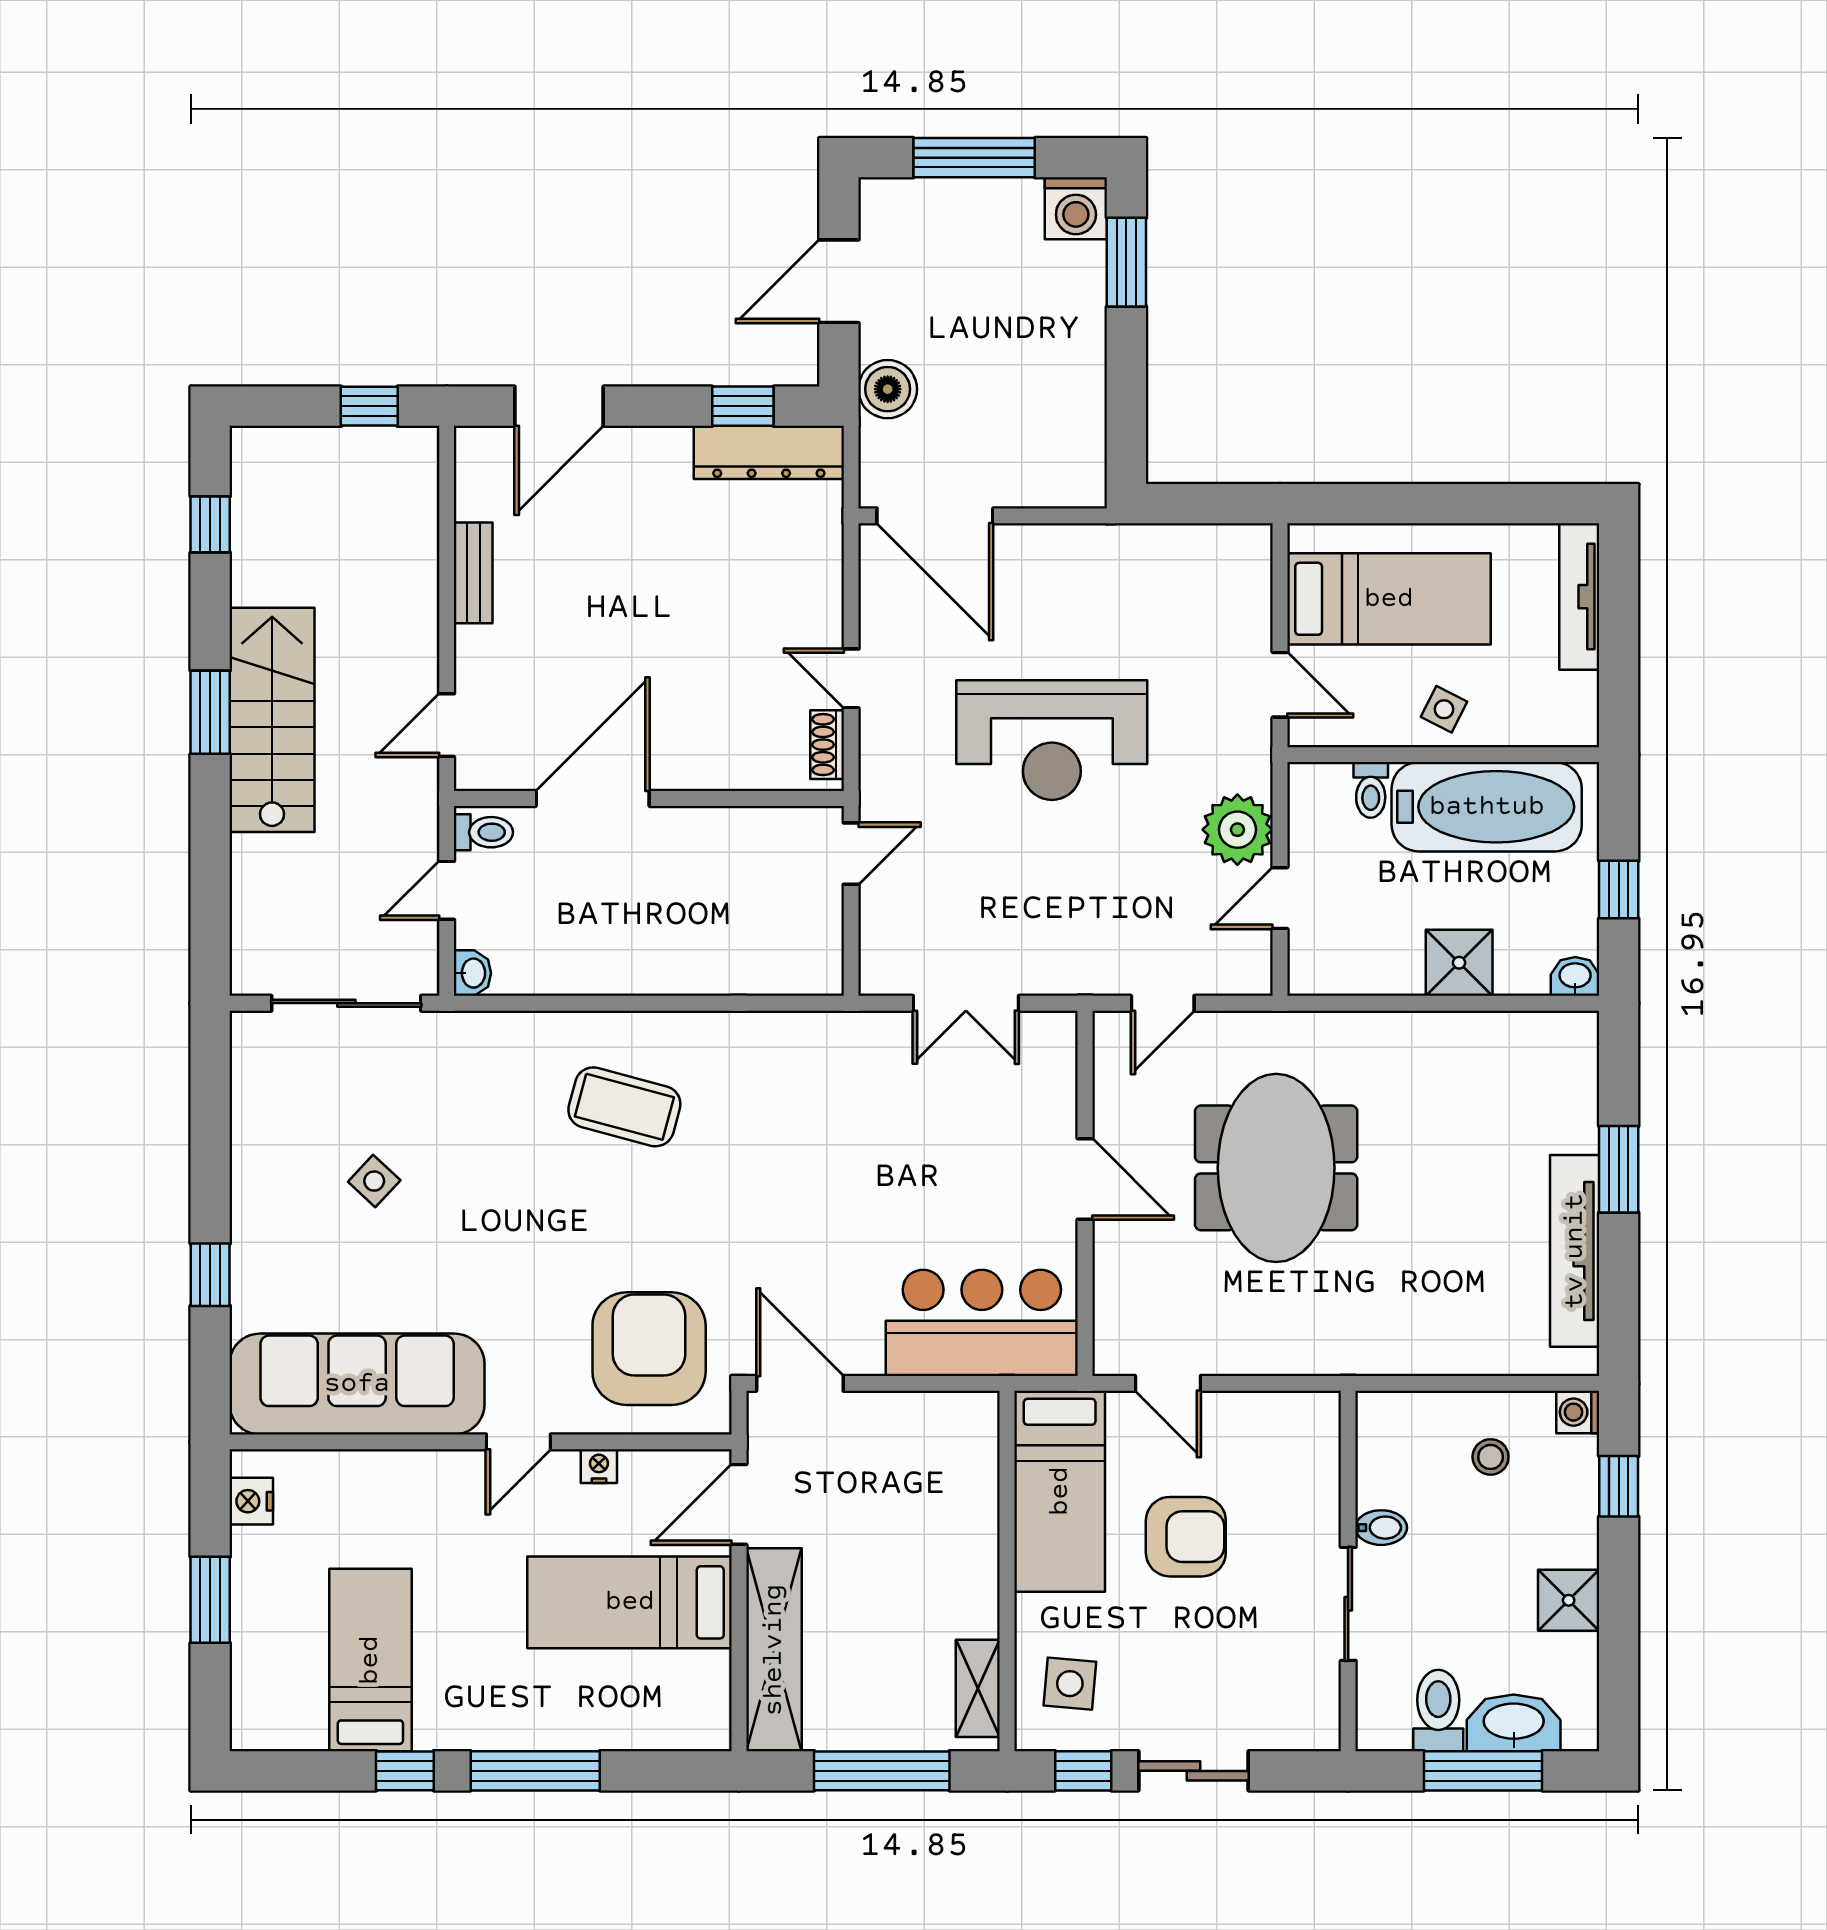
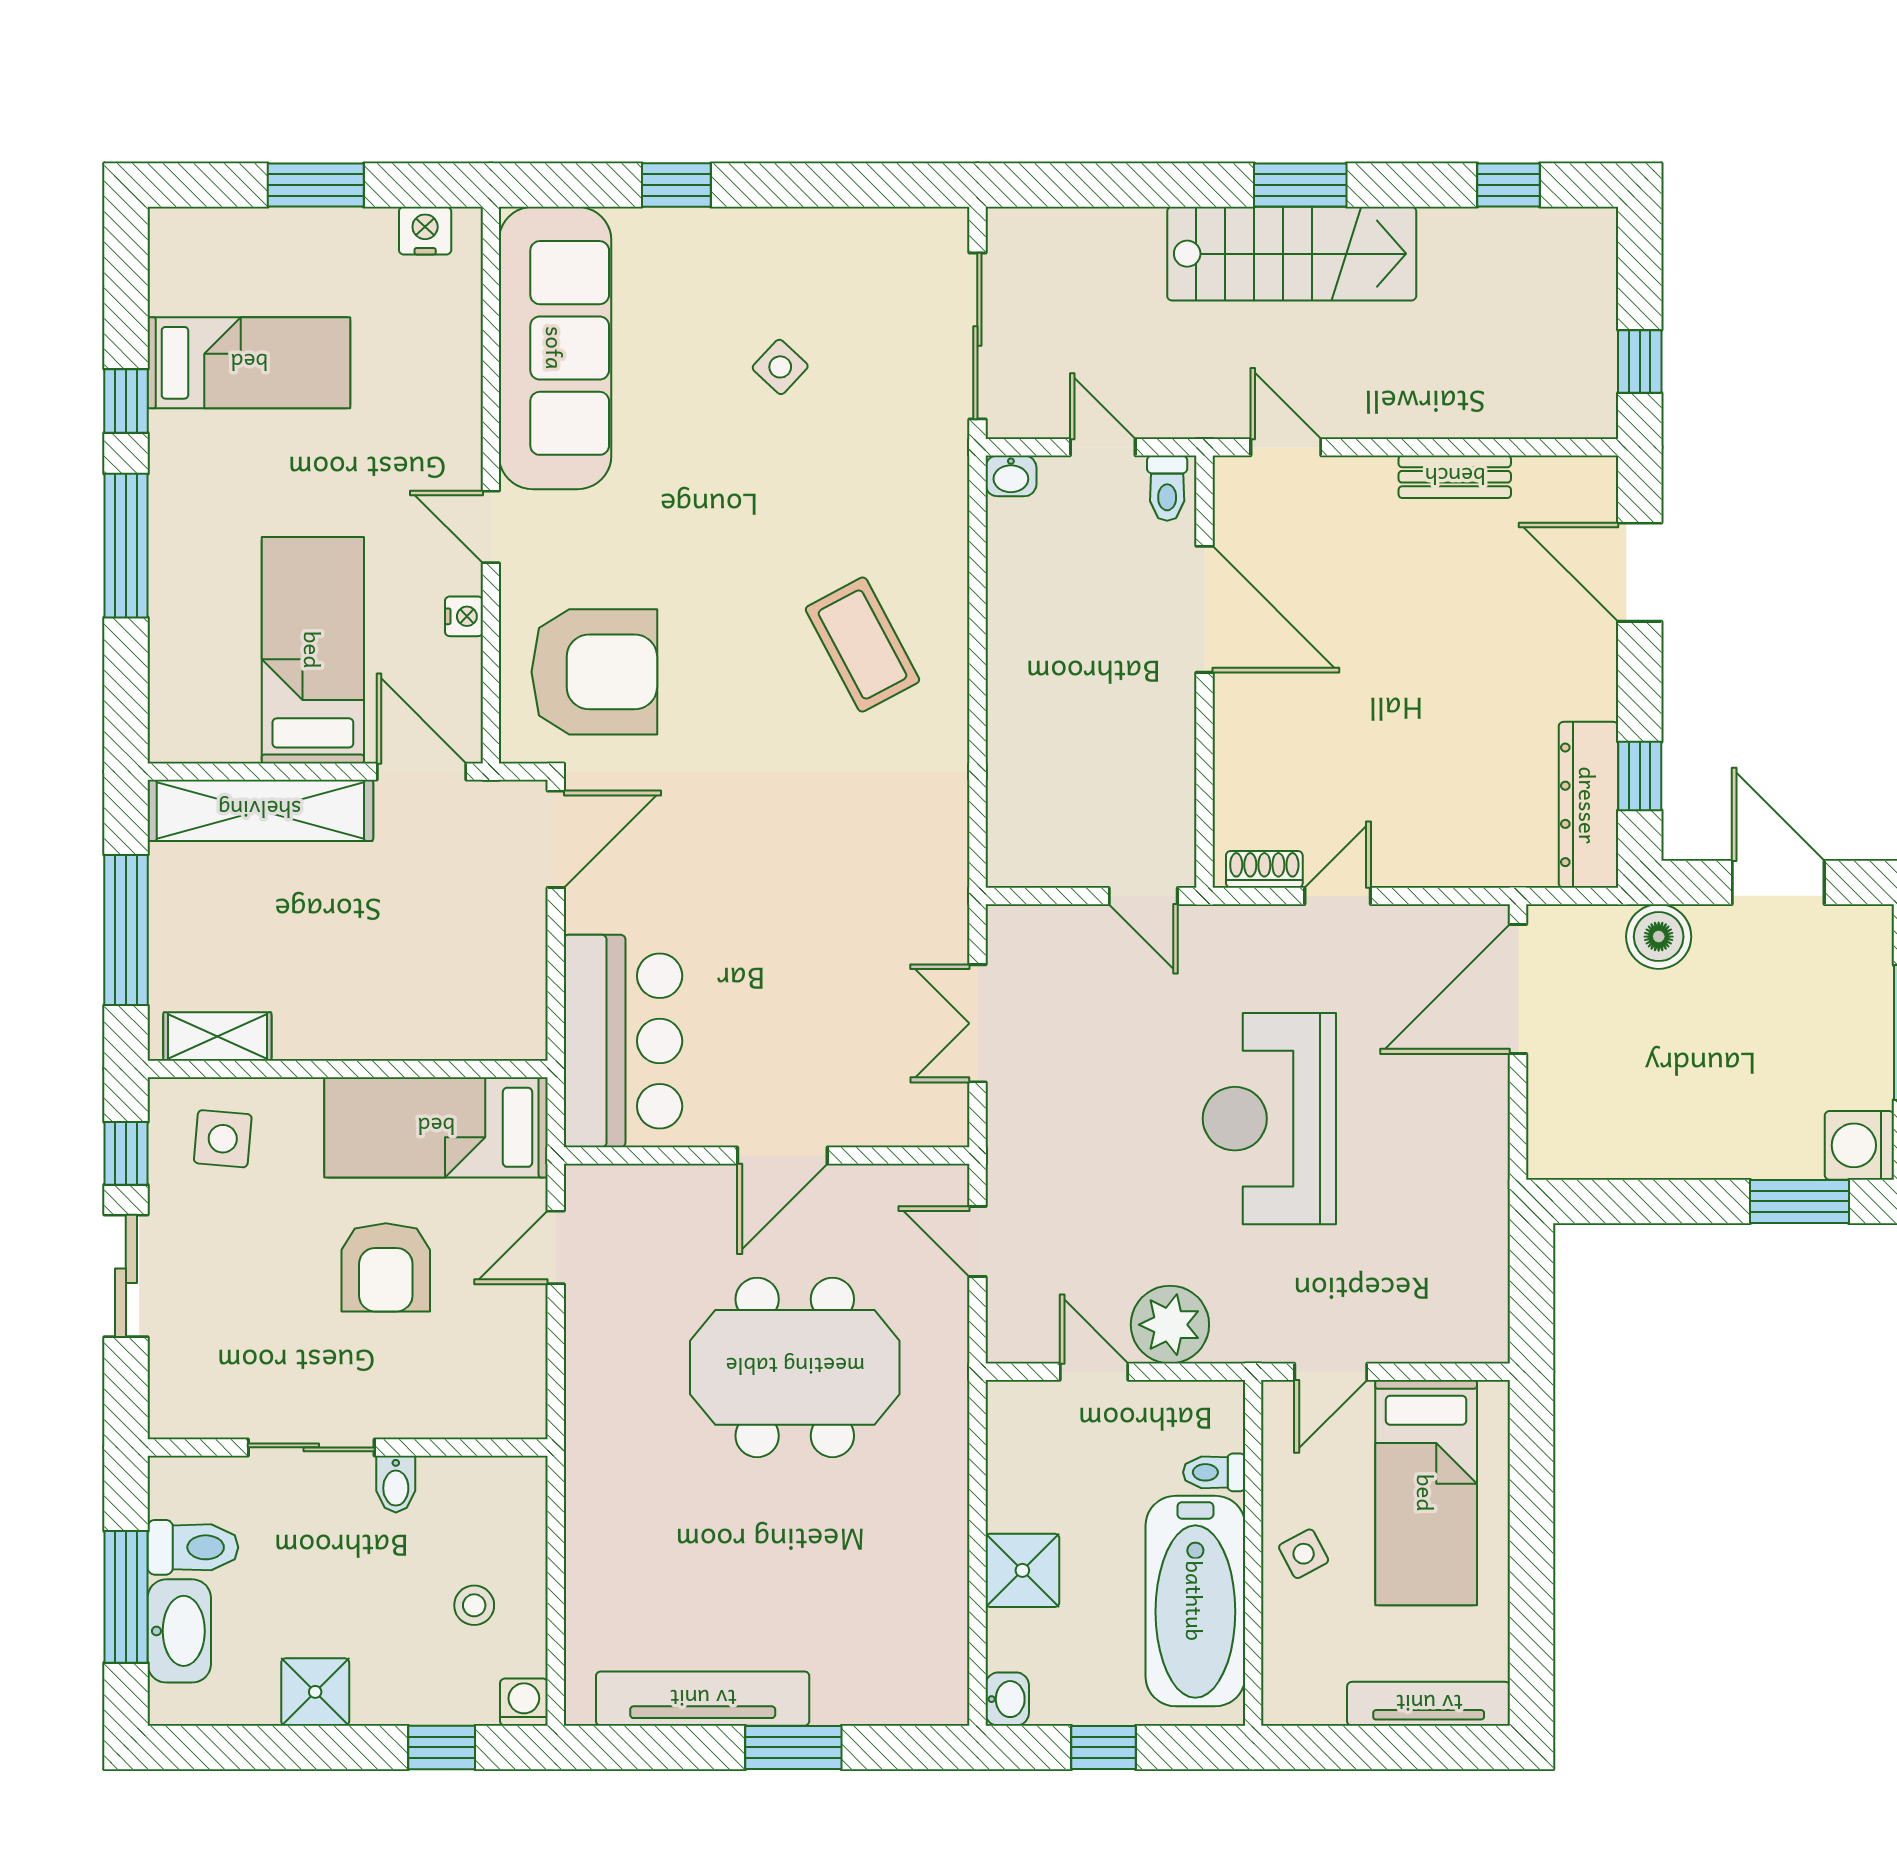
side table: (1444, 709) -> (1304, 1554), turned 35
coffee table: (624, 1107) -> (862, 645), turned -43

